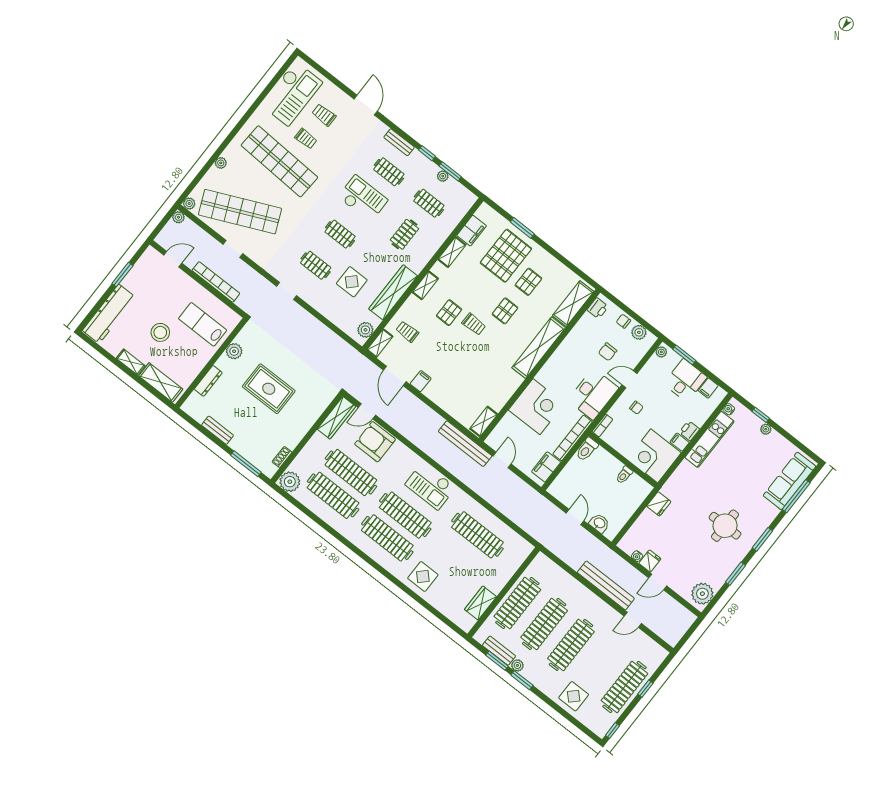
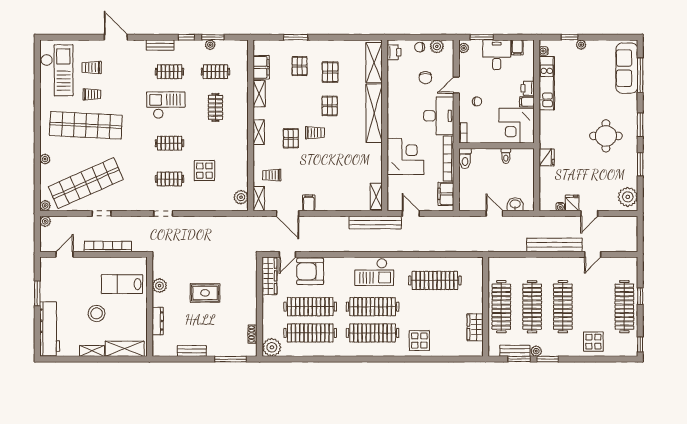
pallet: (506, 256) -> (300, 66), width x0.49, depth x0.50
wardrobe: (393, 292) -> (240, 155), removed
rug: (269, 389) -> (205, 293), width x0.73, depth x0.70

